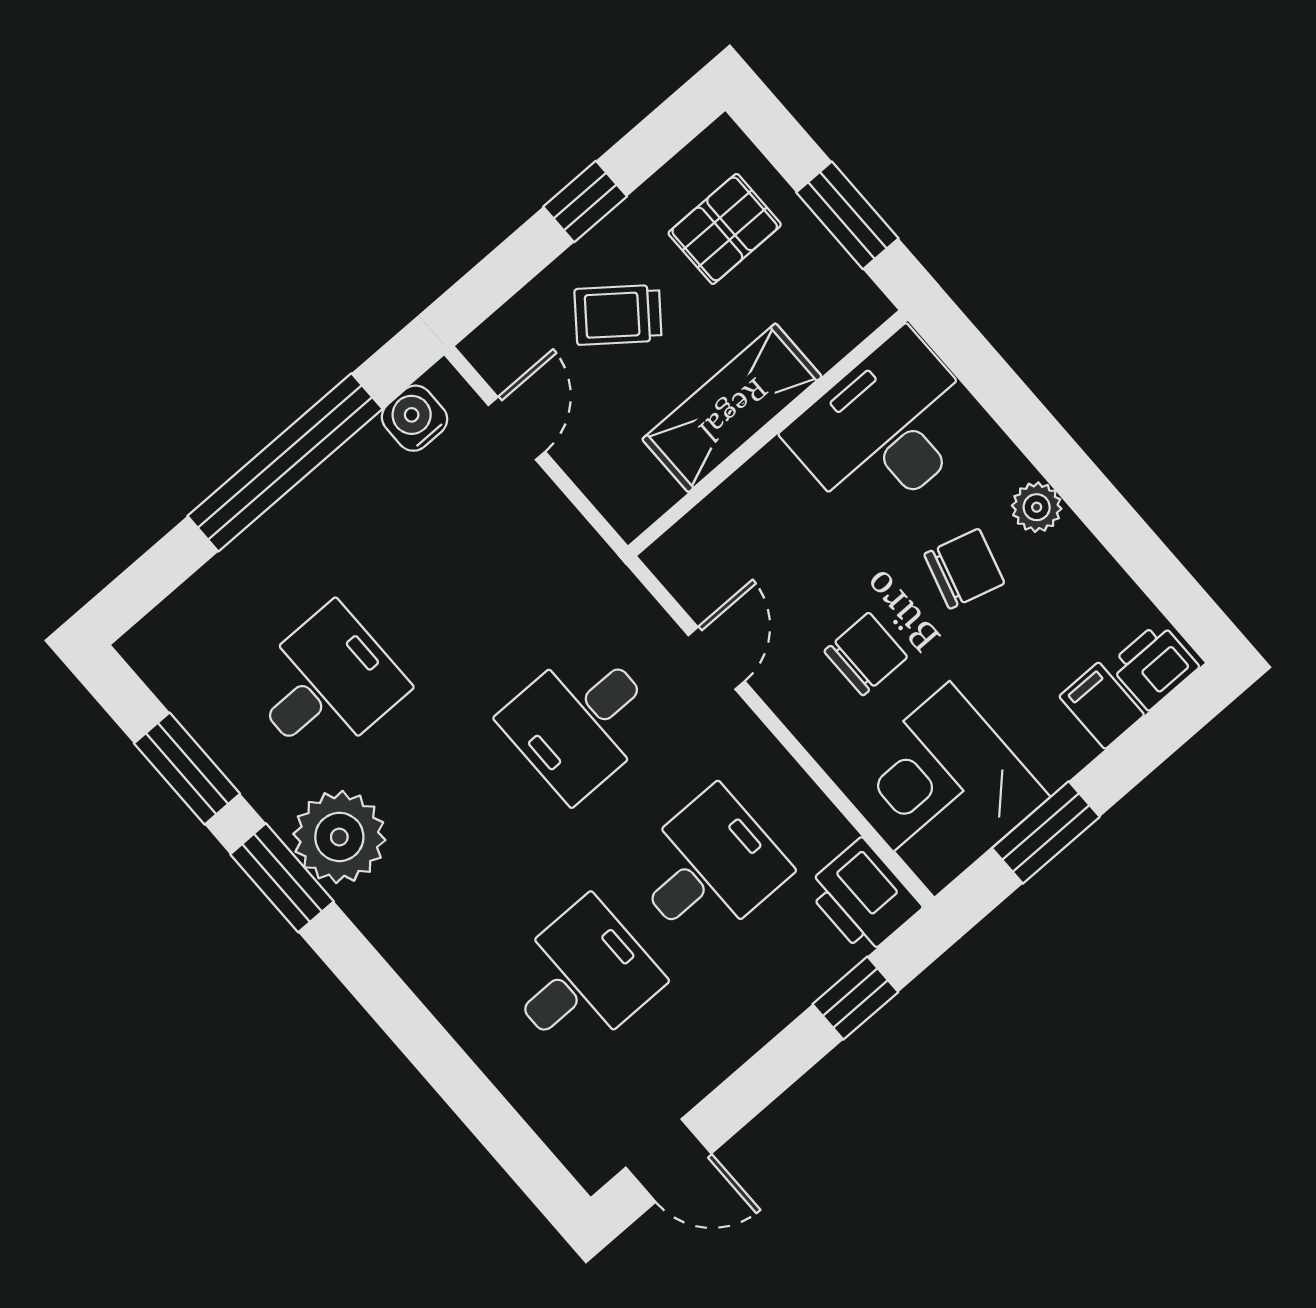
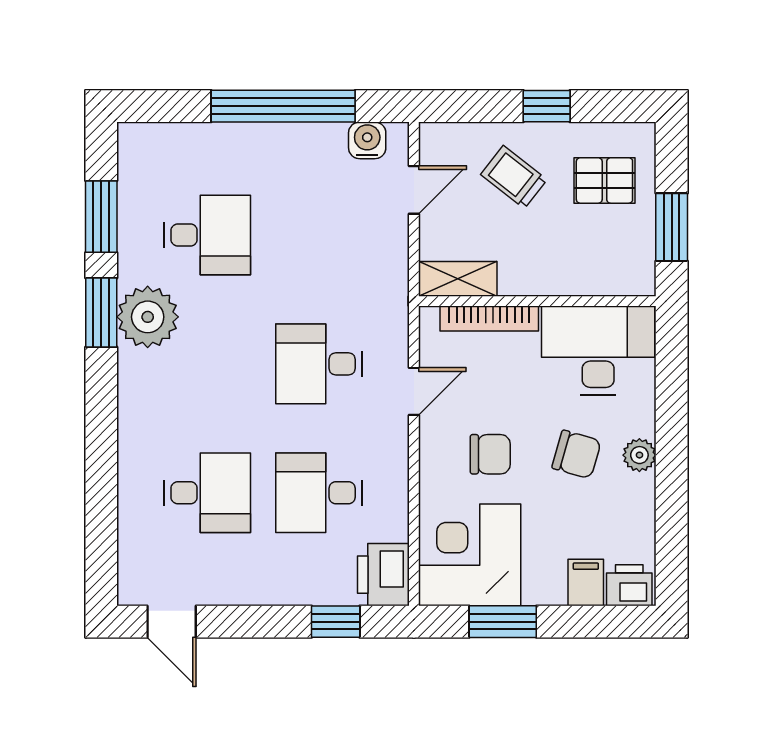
shelving: (732, 408) -> (458, 279), moved, width x0.67, depth x0.75
bookcase: (730, 500) -> (489, 318), added
desk: (709, 868) -> (319, 493), turned 180

